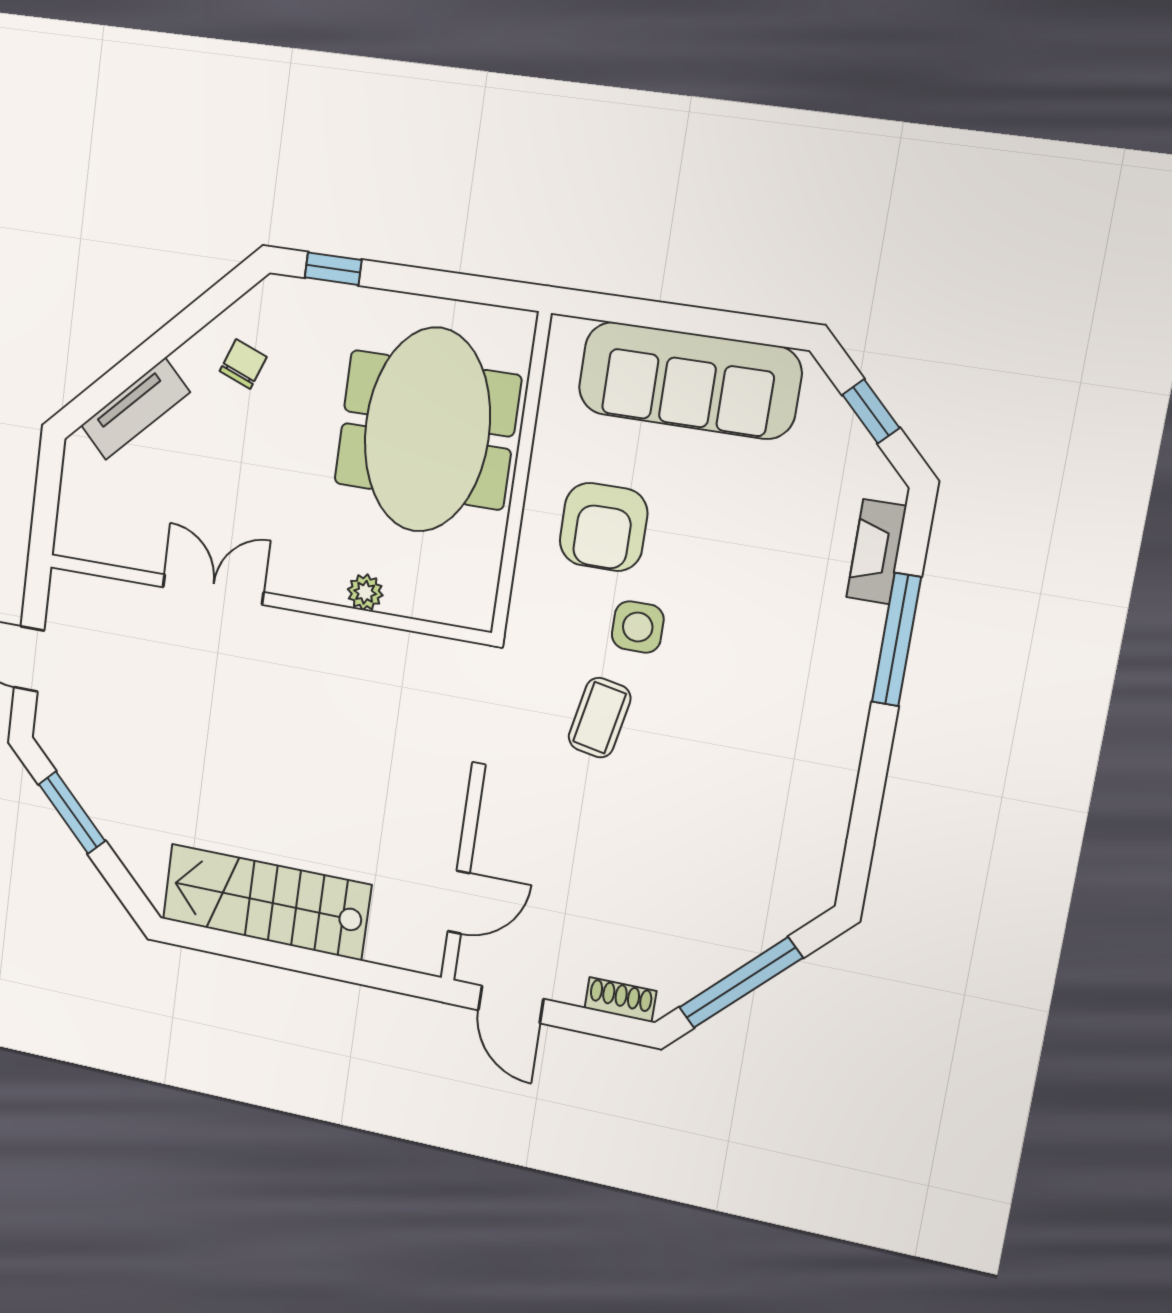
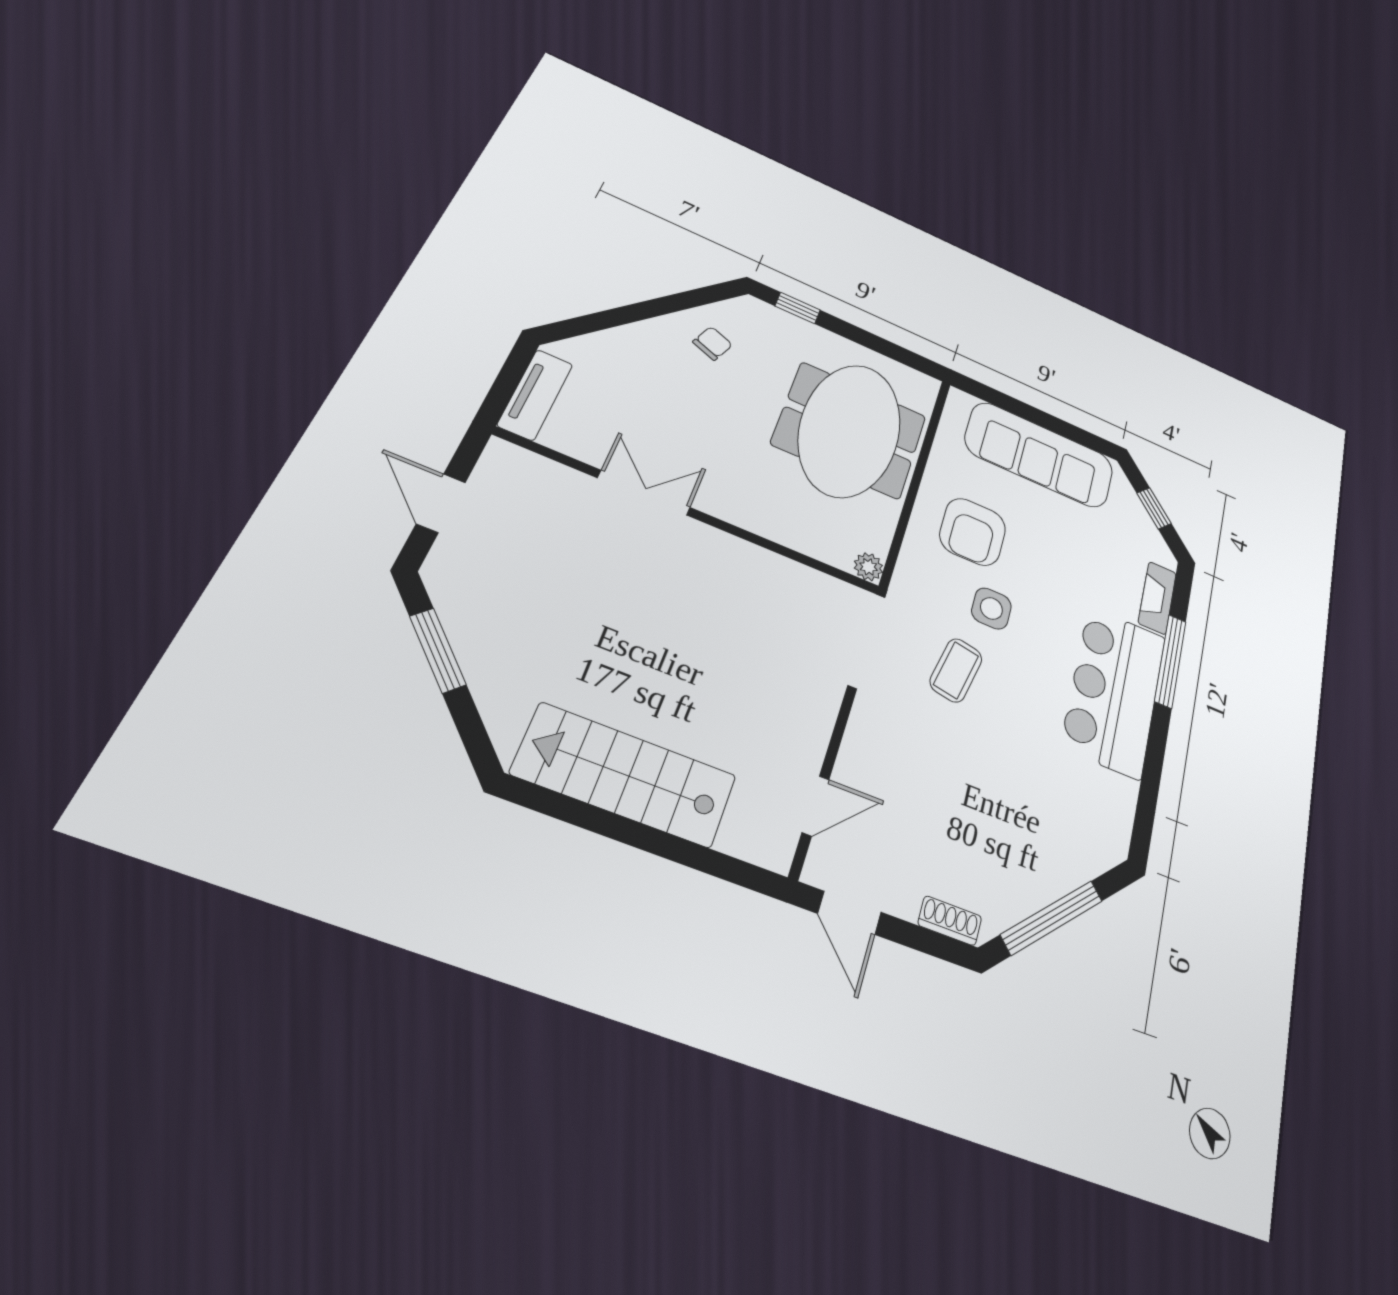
tv unit: (135, 409) -> (535, 395), moved, turned -45
plant: (365, 592) -> (868, 567), moved
bar counter: (813, 699) -> (1114, 691), added

